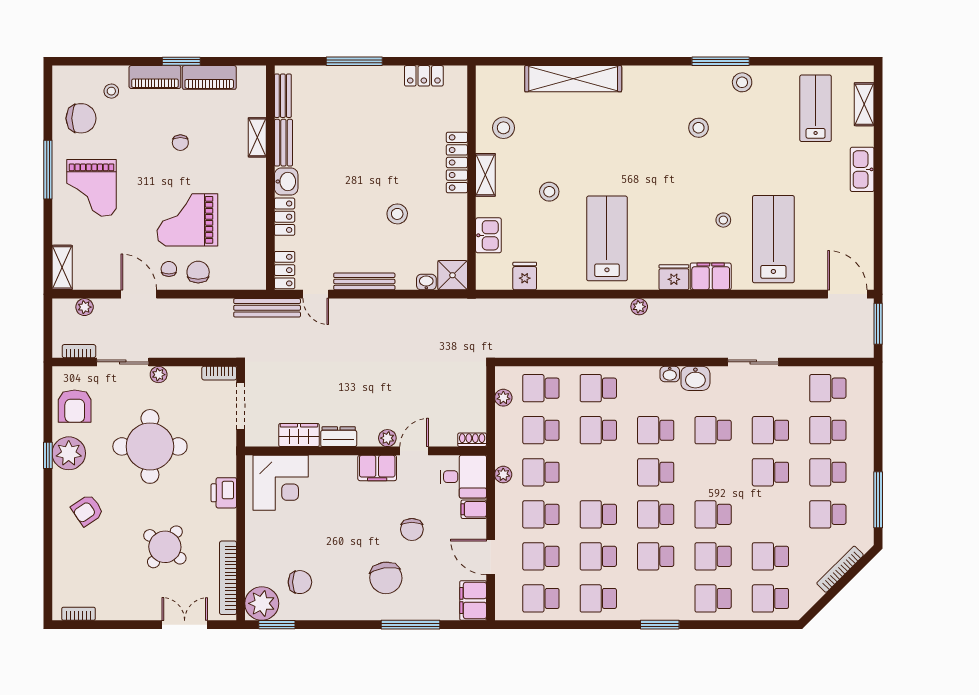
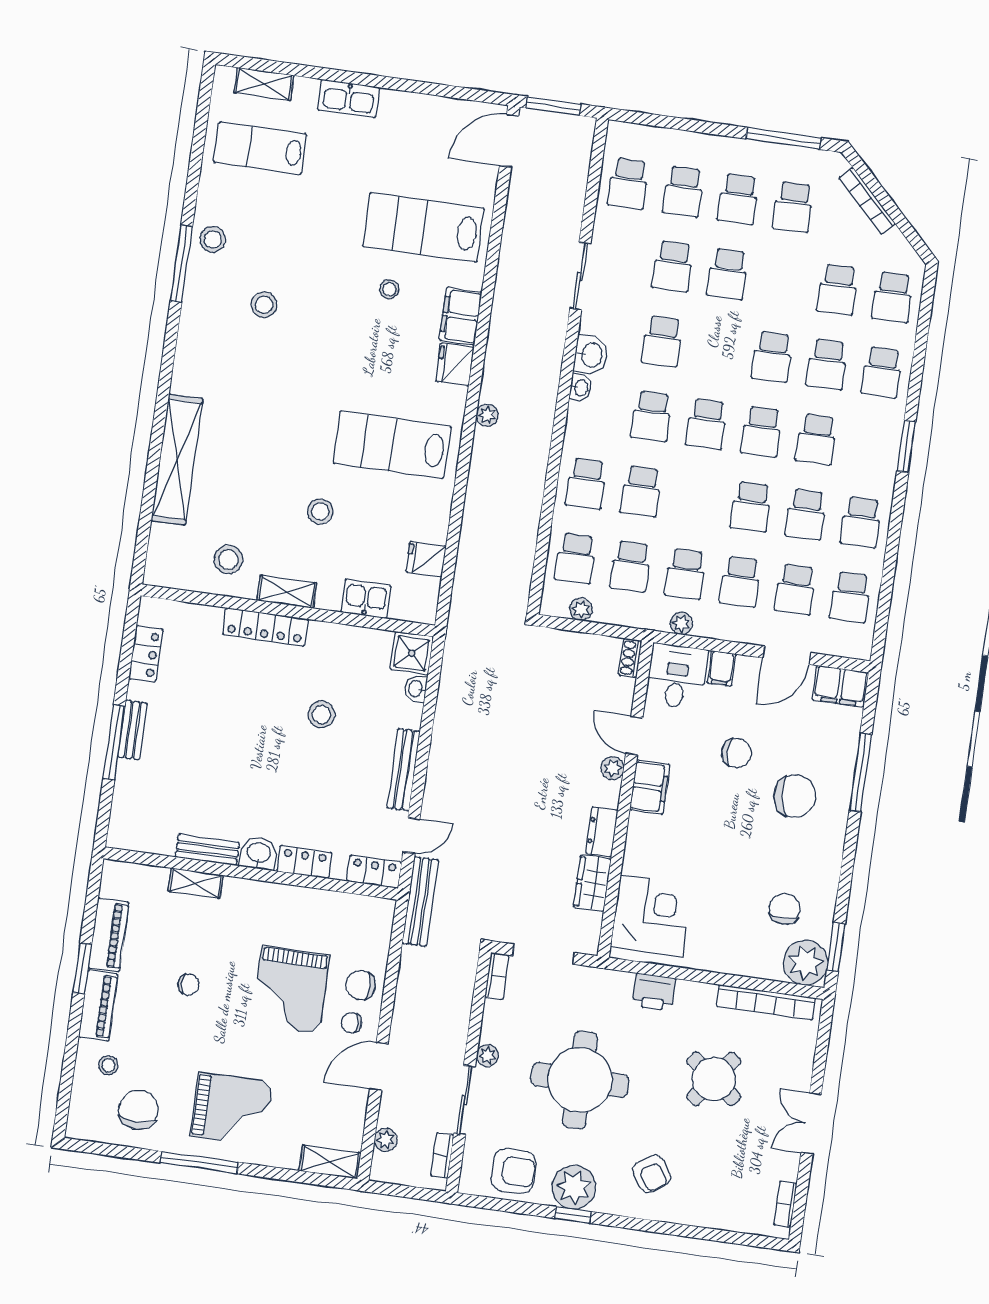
bench: (283, 96) -> (133, 730), moved, turned 90
double door: (185, 625) -> (811, 1123), moved

